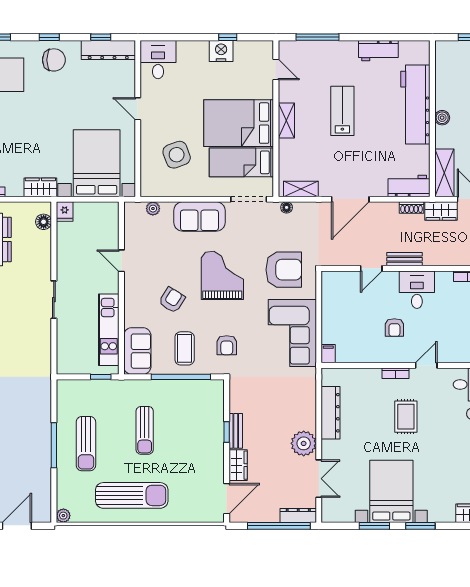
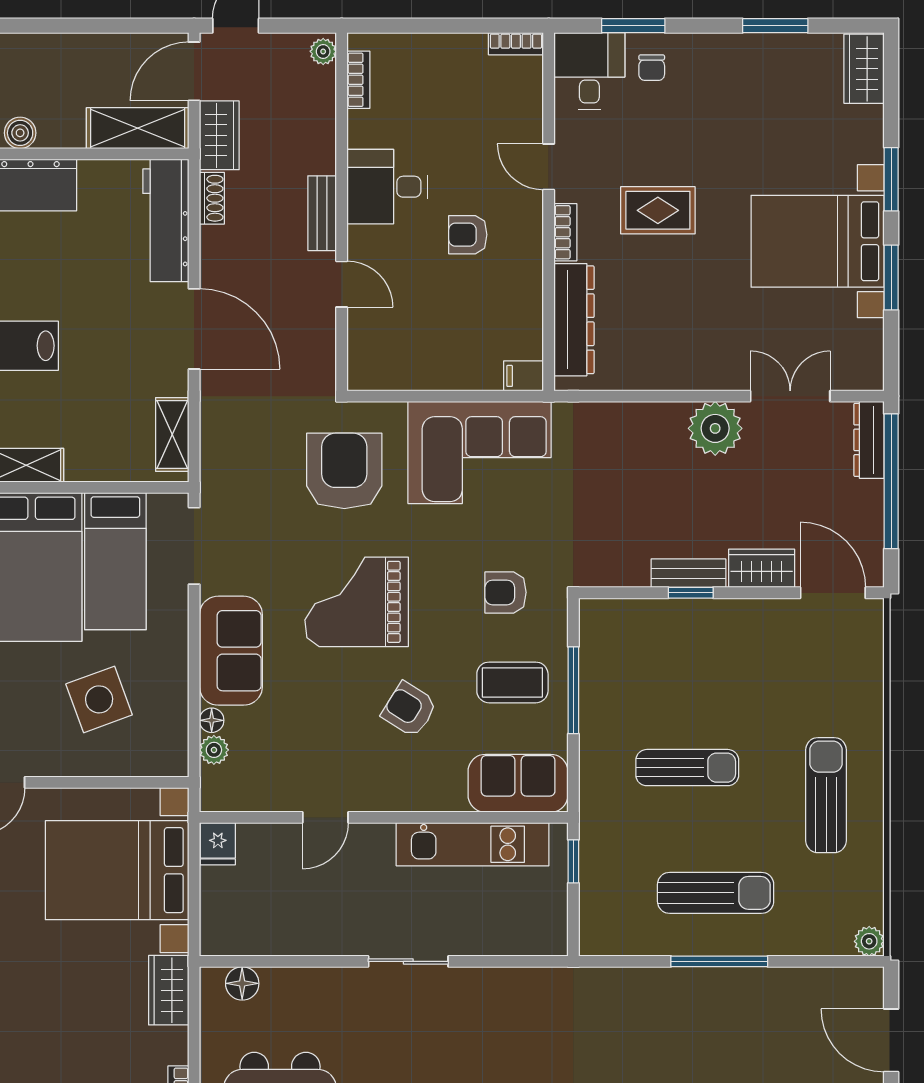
workbench: (409, 186) -> (166, 220), width x1.37
floor lamp: (287, 207) -> (212, 720), moved
fridge: (65, 212) -> (218, 844), moved, turned 90
armchair: (394, 328) -> (468, 235), turned 180
armchair: (227, 345) -> (505, 592), turned 180
window: (181, 377) -> (573, 690), width x0.68
dresser: (331, 413) -> (574, 320), moved, turned 90
sun lounger: (132, 495) -> (826, 795), width x0.73, depth x0.75

